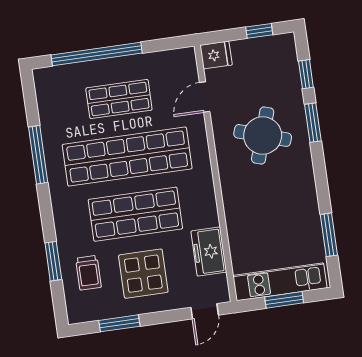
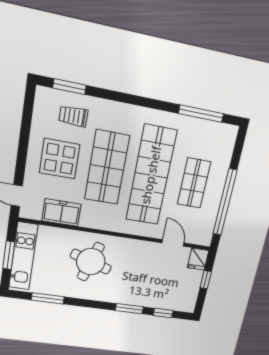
window: (259, 31) -> (206, 280), moved
window: (97, 54) -> (225, 202), moved
round table: (263, 135) -> (91, 262), moved
window: (38, 155) -> (201, 114), moved
window: (53, 261) -> (69, 87), moved
window: (119, 323) -> (26, 127), removed

